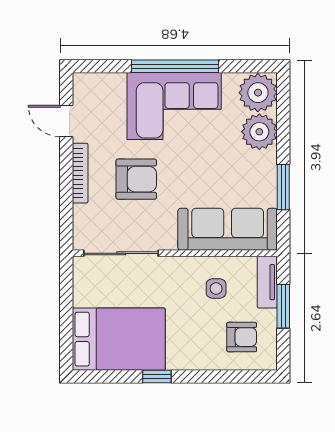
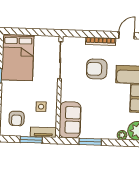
plant: (259, 132) -> (122, 135), width x0.53, depth x0.53
armchair: (136, 179) -> (97, 69), turned 90
sofa: (228, 229) -> (70, 120), width x0.73

